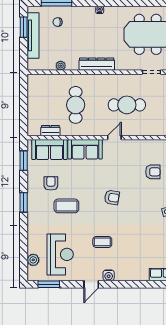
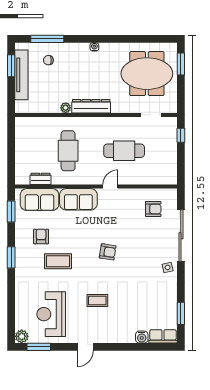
plant: (61, 66) -> (66, 108), moved
armchair: (153, 172) -> (153, 209), moved
reception desk: (60, 254) -> (51, 314), turned 180
plant: (33, 260) -> (22, 336), moved
water cooler: (109, 275) -> (142, 337), moved

